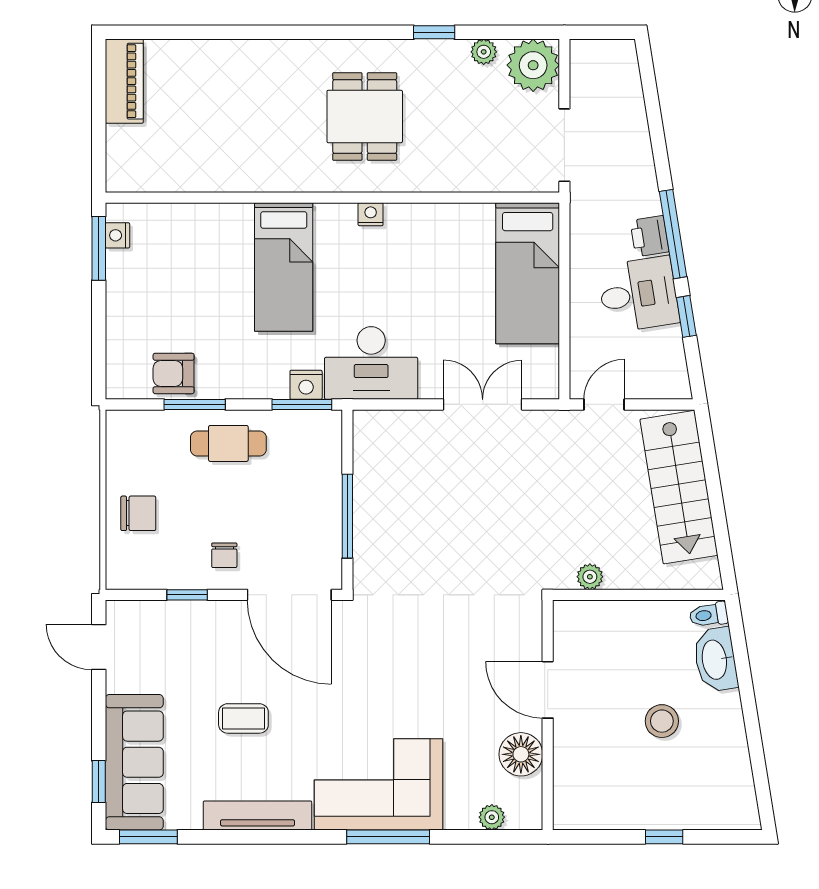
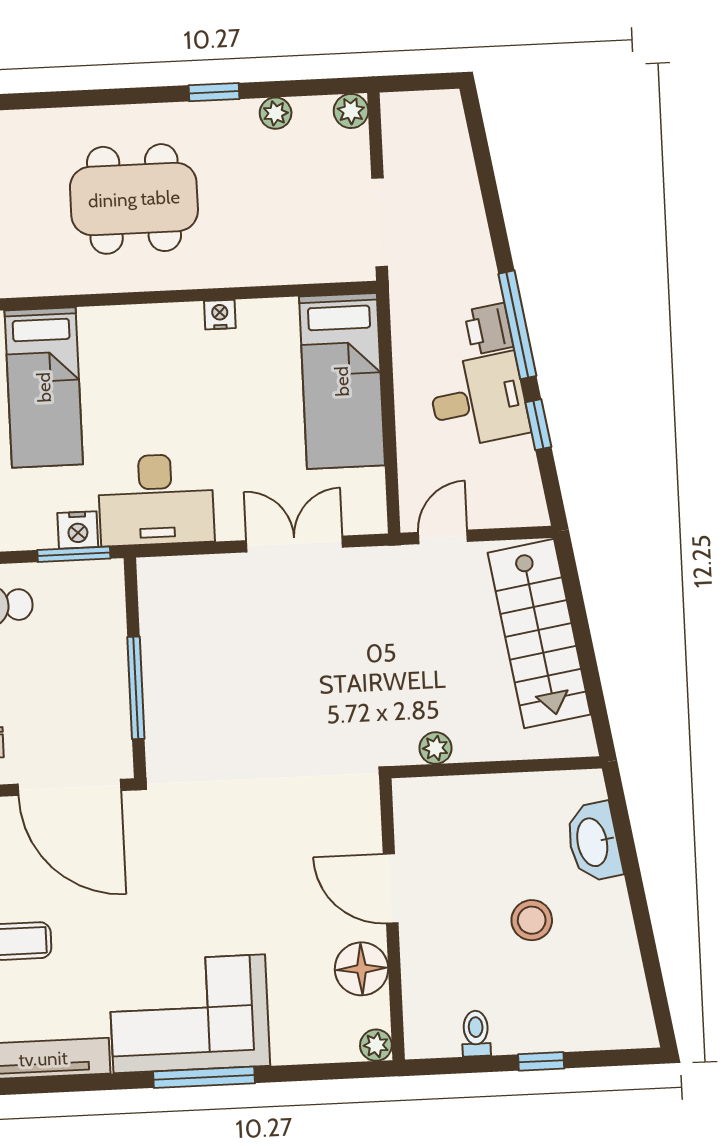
plant: (533, 65) -> (351, 111), width x0.53, depth x0.53
dining table: (365, 116) -> (134, 199), width x1.38
nightstand: (371, 214) -> (220, 315), moved
toilet: (709, 615) -> (476, 1033), moved, turned 99
plant: (492, 817) -> (376, 1045), moved

